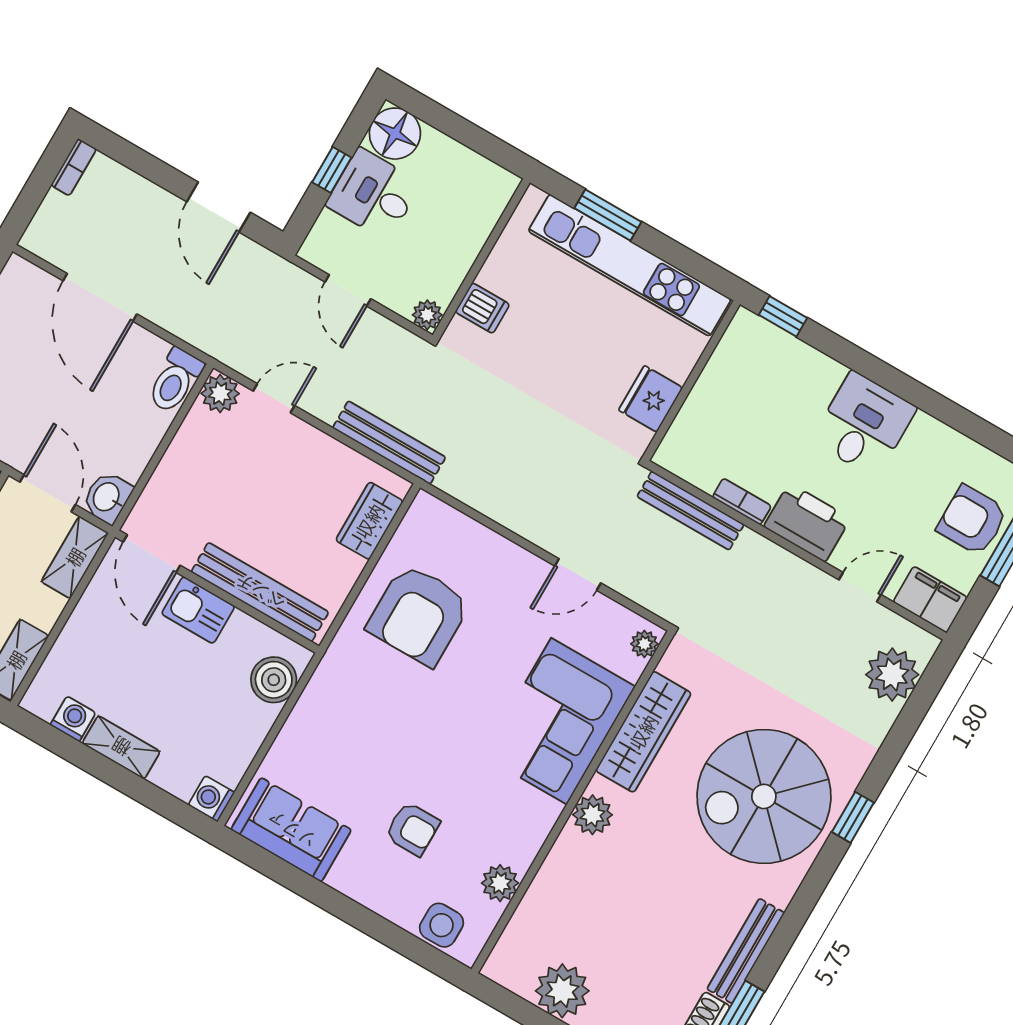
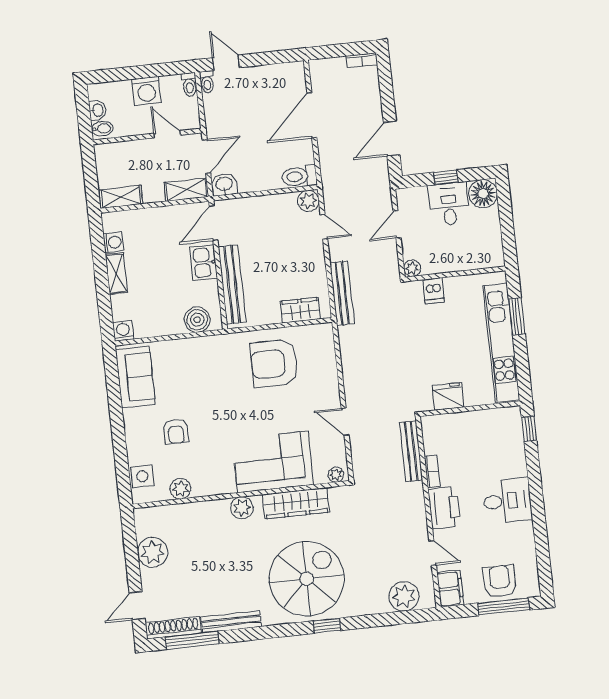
spiral stairs: (764, 796) -> (307, 579), turned 90

